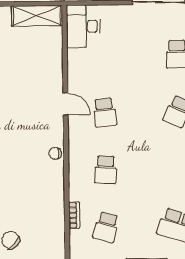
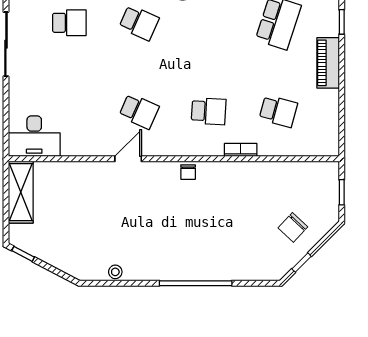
school desk: (105, 112) -> (139, 111), turned 30
bookcase: (74, 215) -> (241, 150), moved

